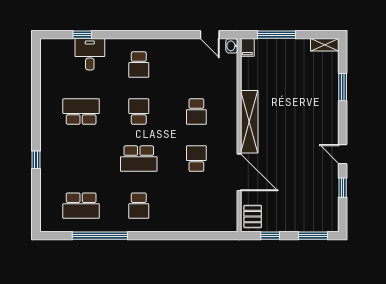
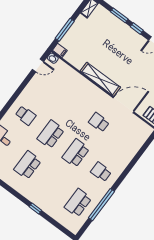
school desk: (139, 112) -> (51, 134), width x1.85
school desk: (196, 112) -> (74, 103), removed
window: (343, 120) -> (137, 28), added
school desk: (139, 159) -> (76, 153), turned 180
school desk: (81, 206) -> (78, 203), turned 180
school desk: (139, 206) -> (101, 172), turned 180

